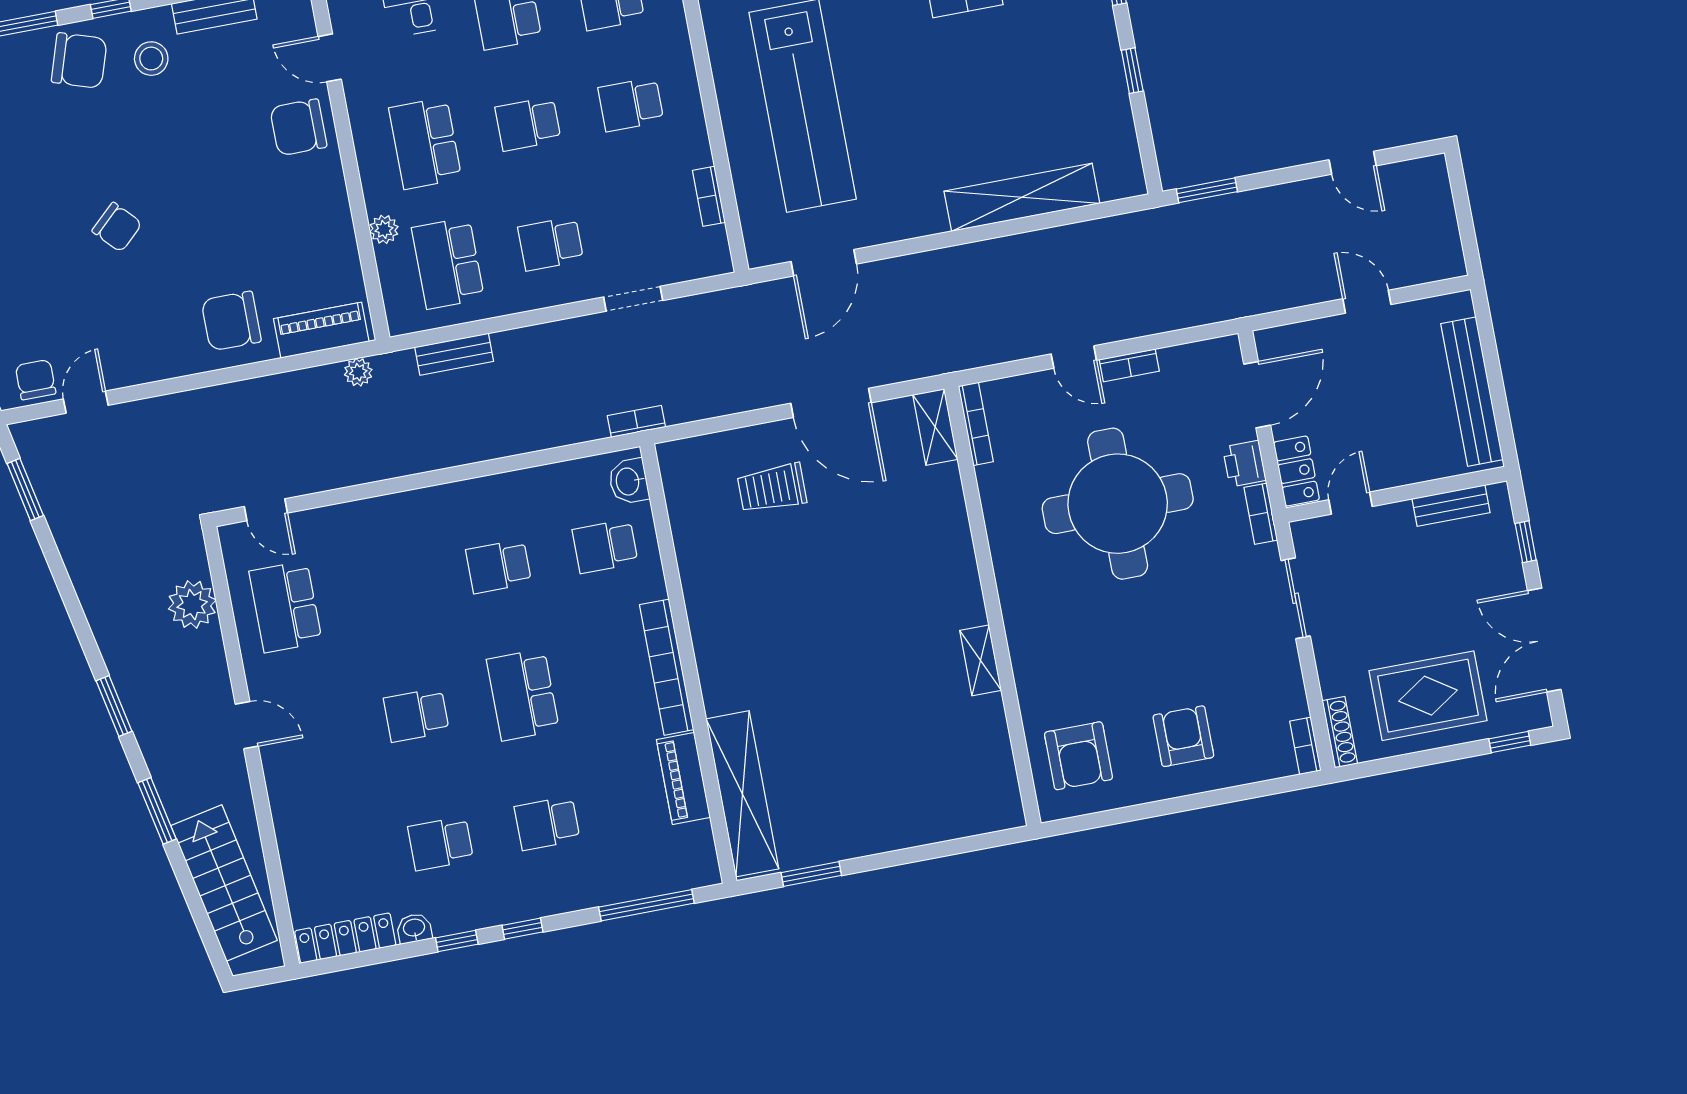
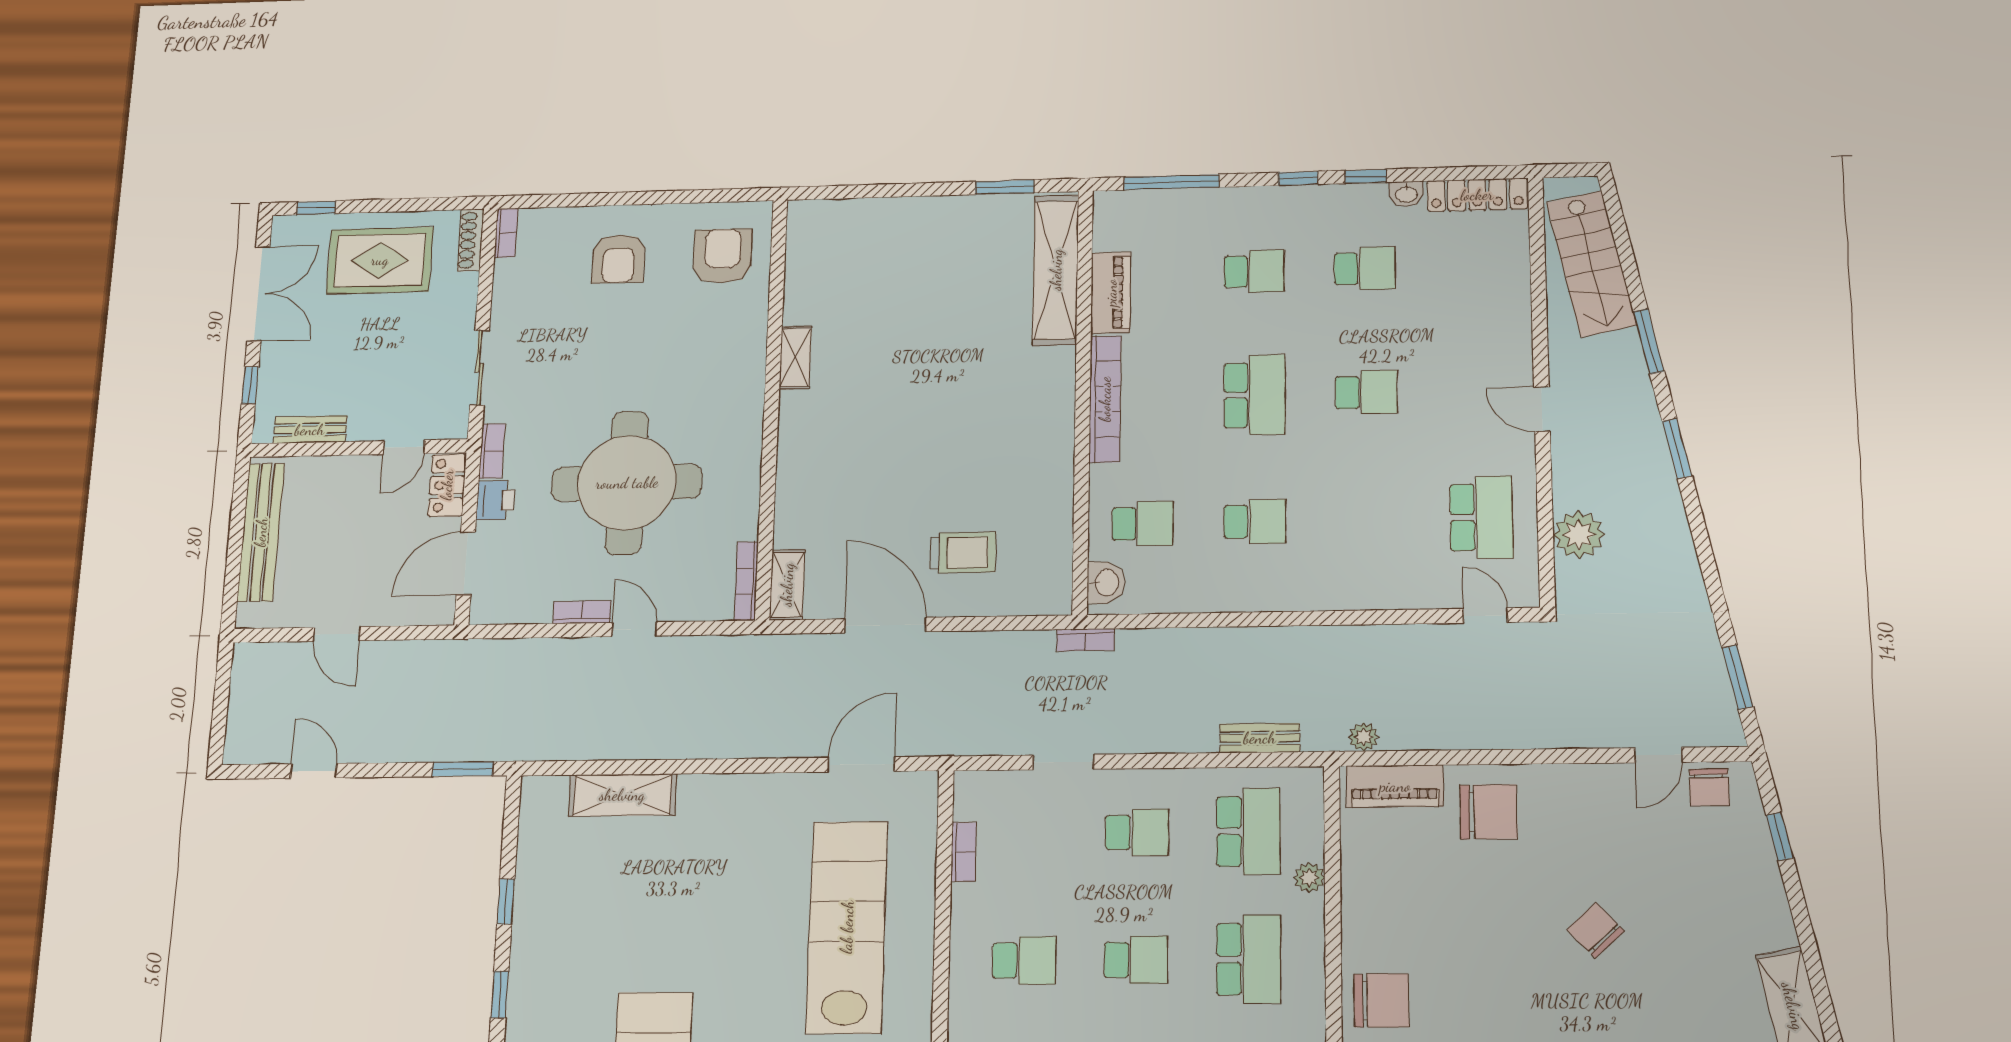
shelving: (1022, 197) -> (622, 795), width x0.68

